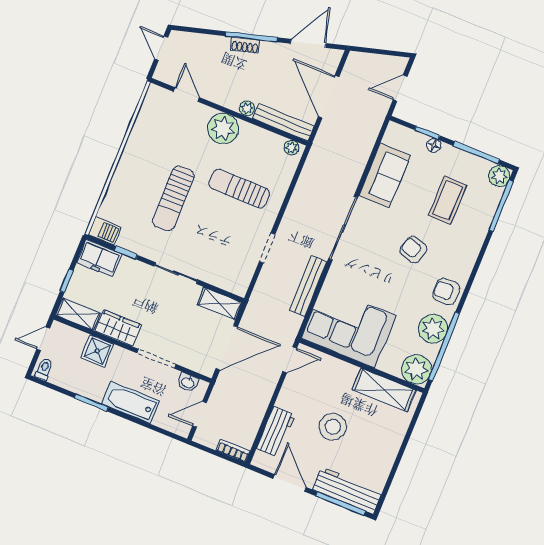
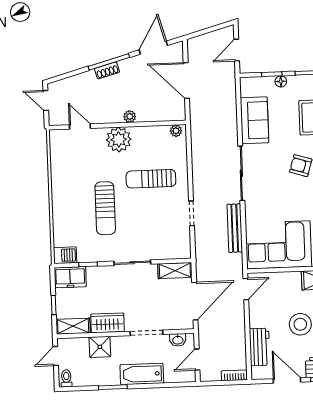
bench: (283, 122) -> (161, 115), removed

